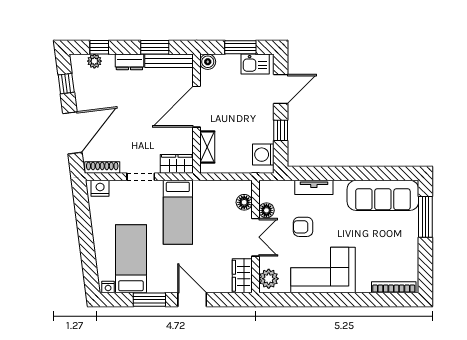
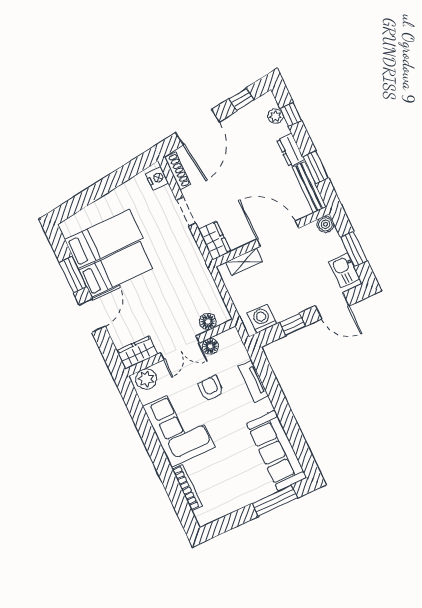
door: (72, 133) -> (197, 127), hinge flipped
bed: (178, 212) -> (116, 270), moved, turned 180
nightstand: (108, 287) -> (67, 230), removed
bookcase: (394, 287) -> (187, 487), moved

